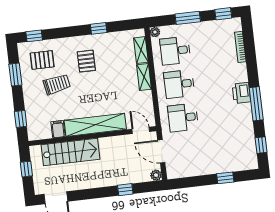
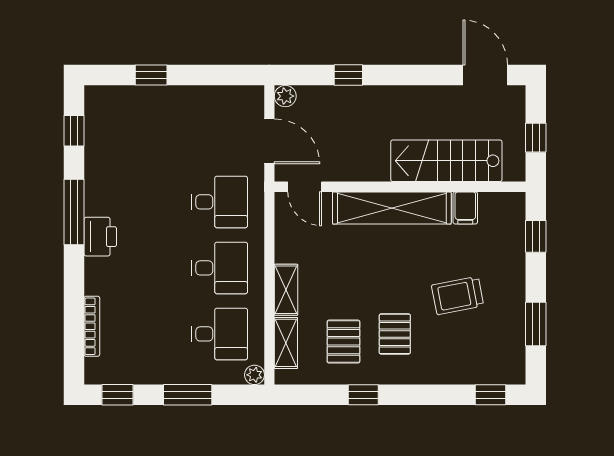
pallet: (42, 60) -> (343, 342), moved, turned 90

